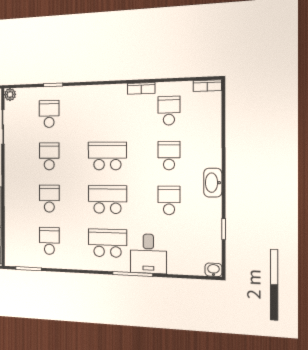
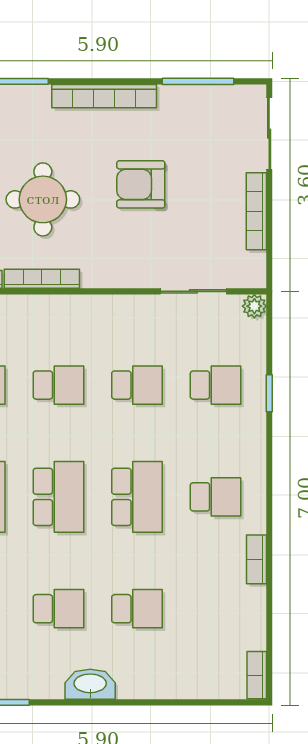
school desk: (169, 111) -> (216, 497), moved

